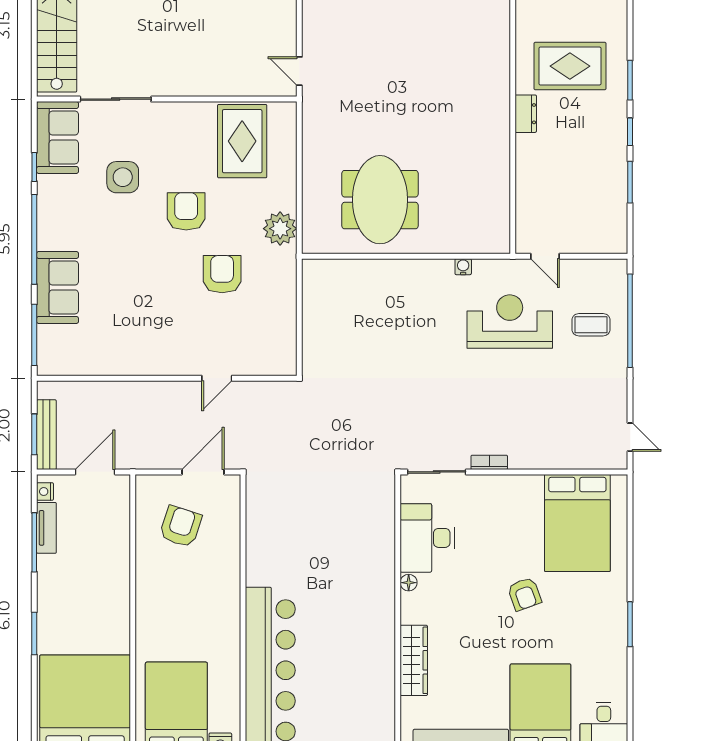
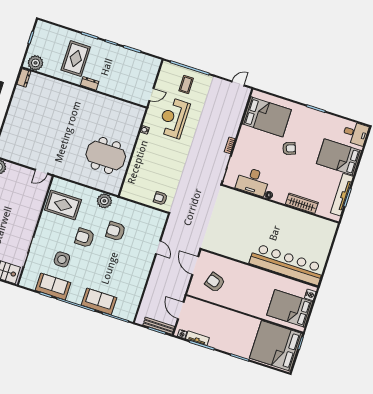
sofa: (58, 137) -> (53, 287), moved
armchair: (325, 349) -> (160, 198), added

